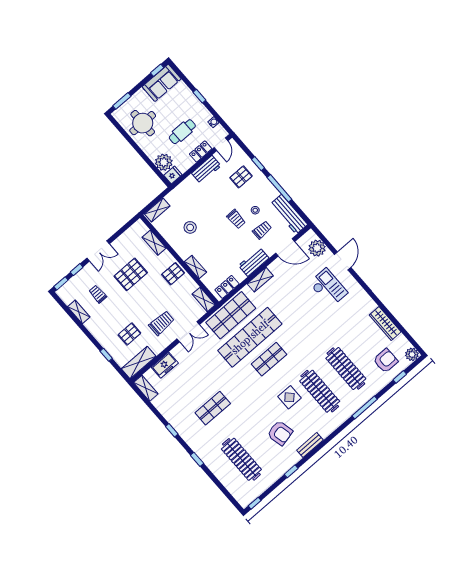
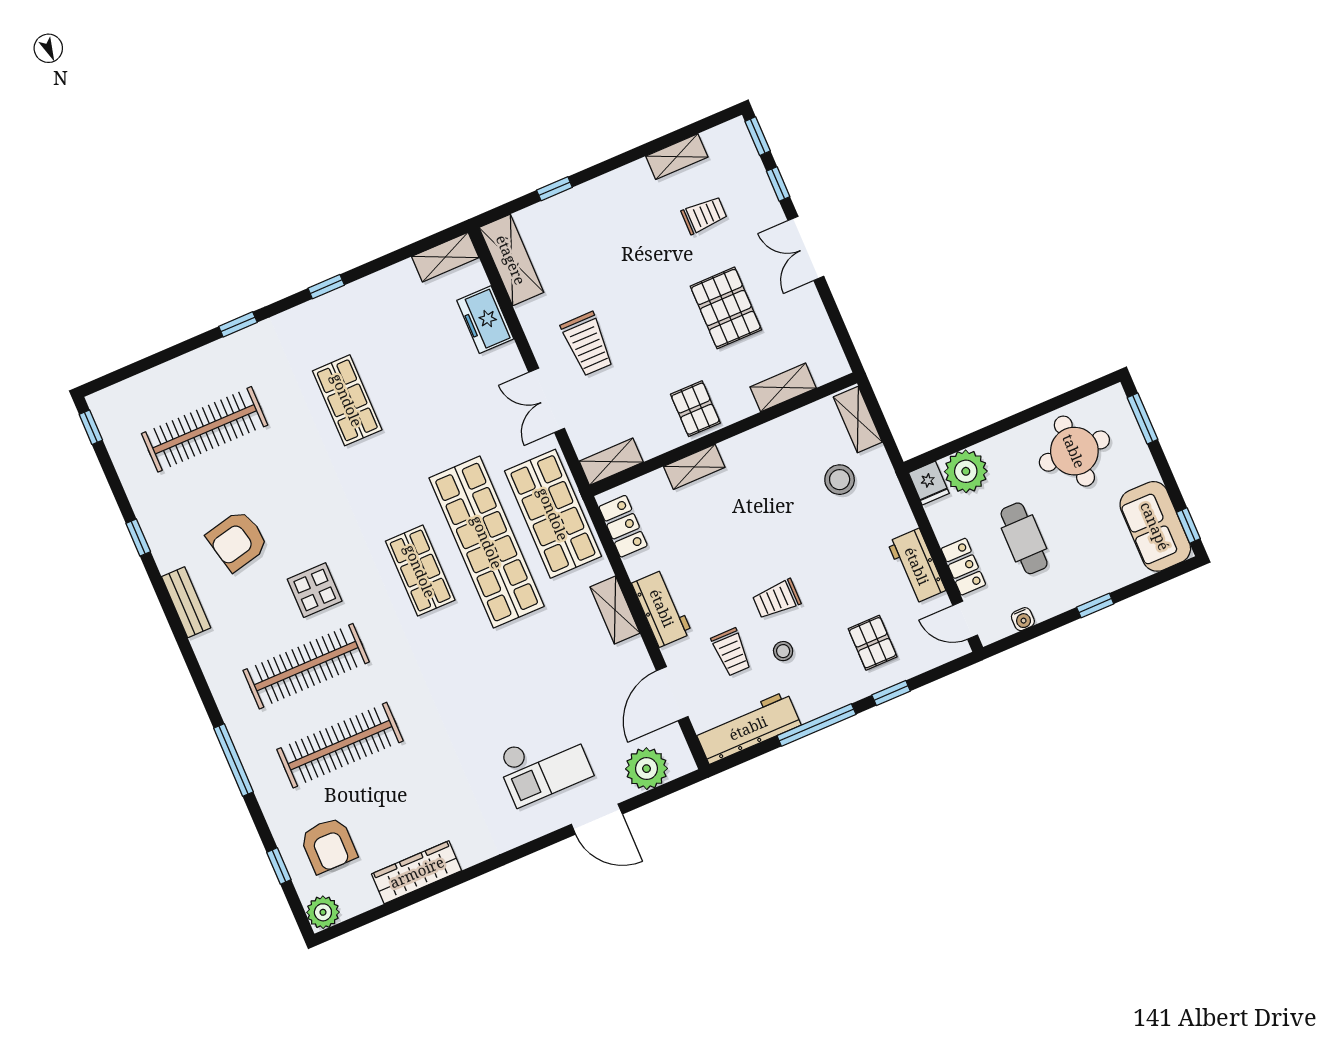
stool: (190, 227) -> (840, 480), moved
pallet: (129, 334) -> (586, 260), removed

